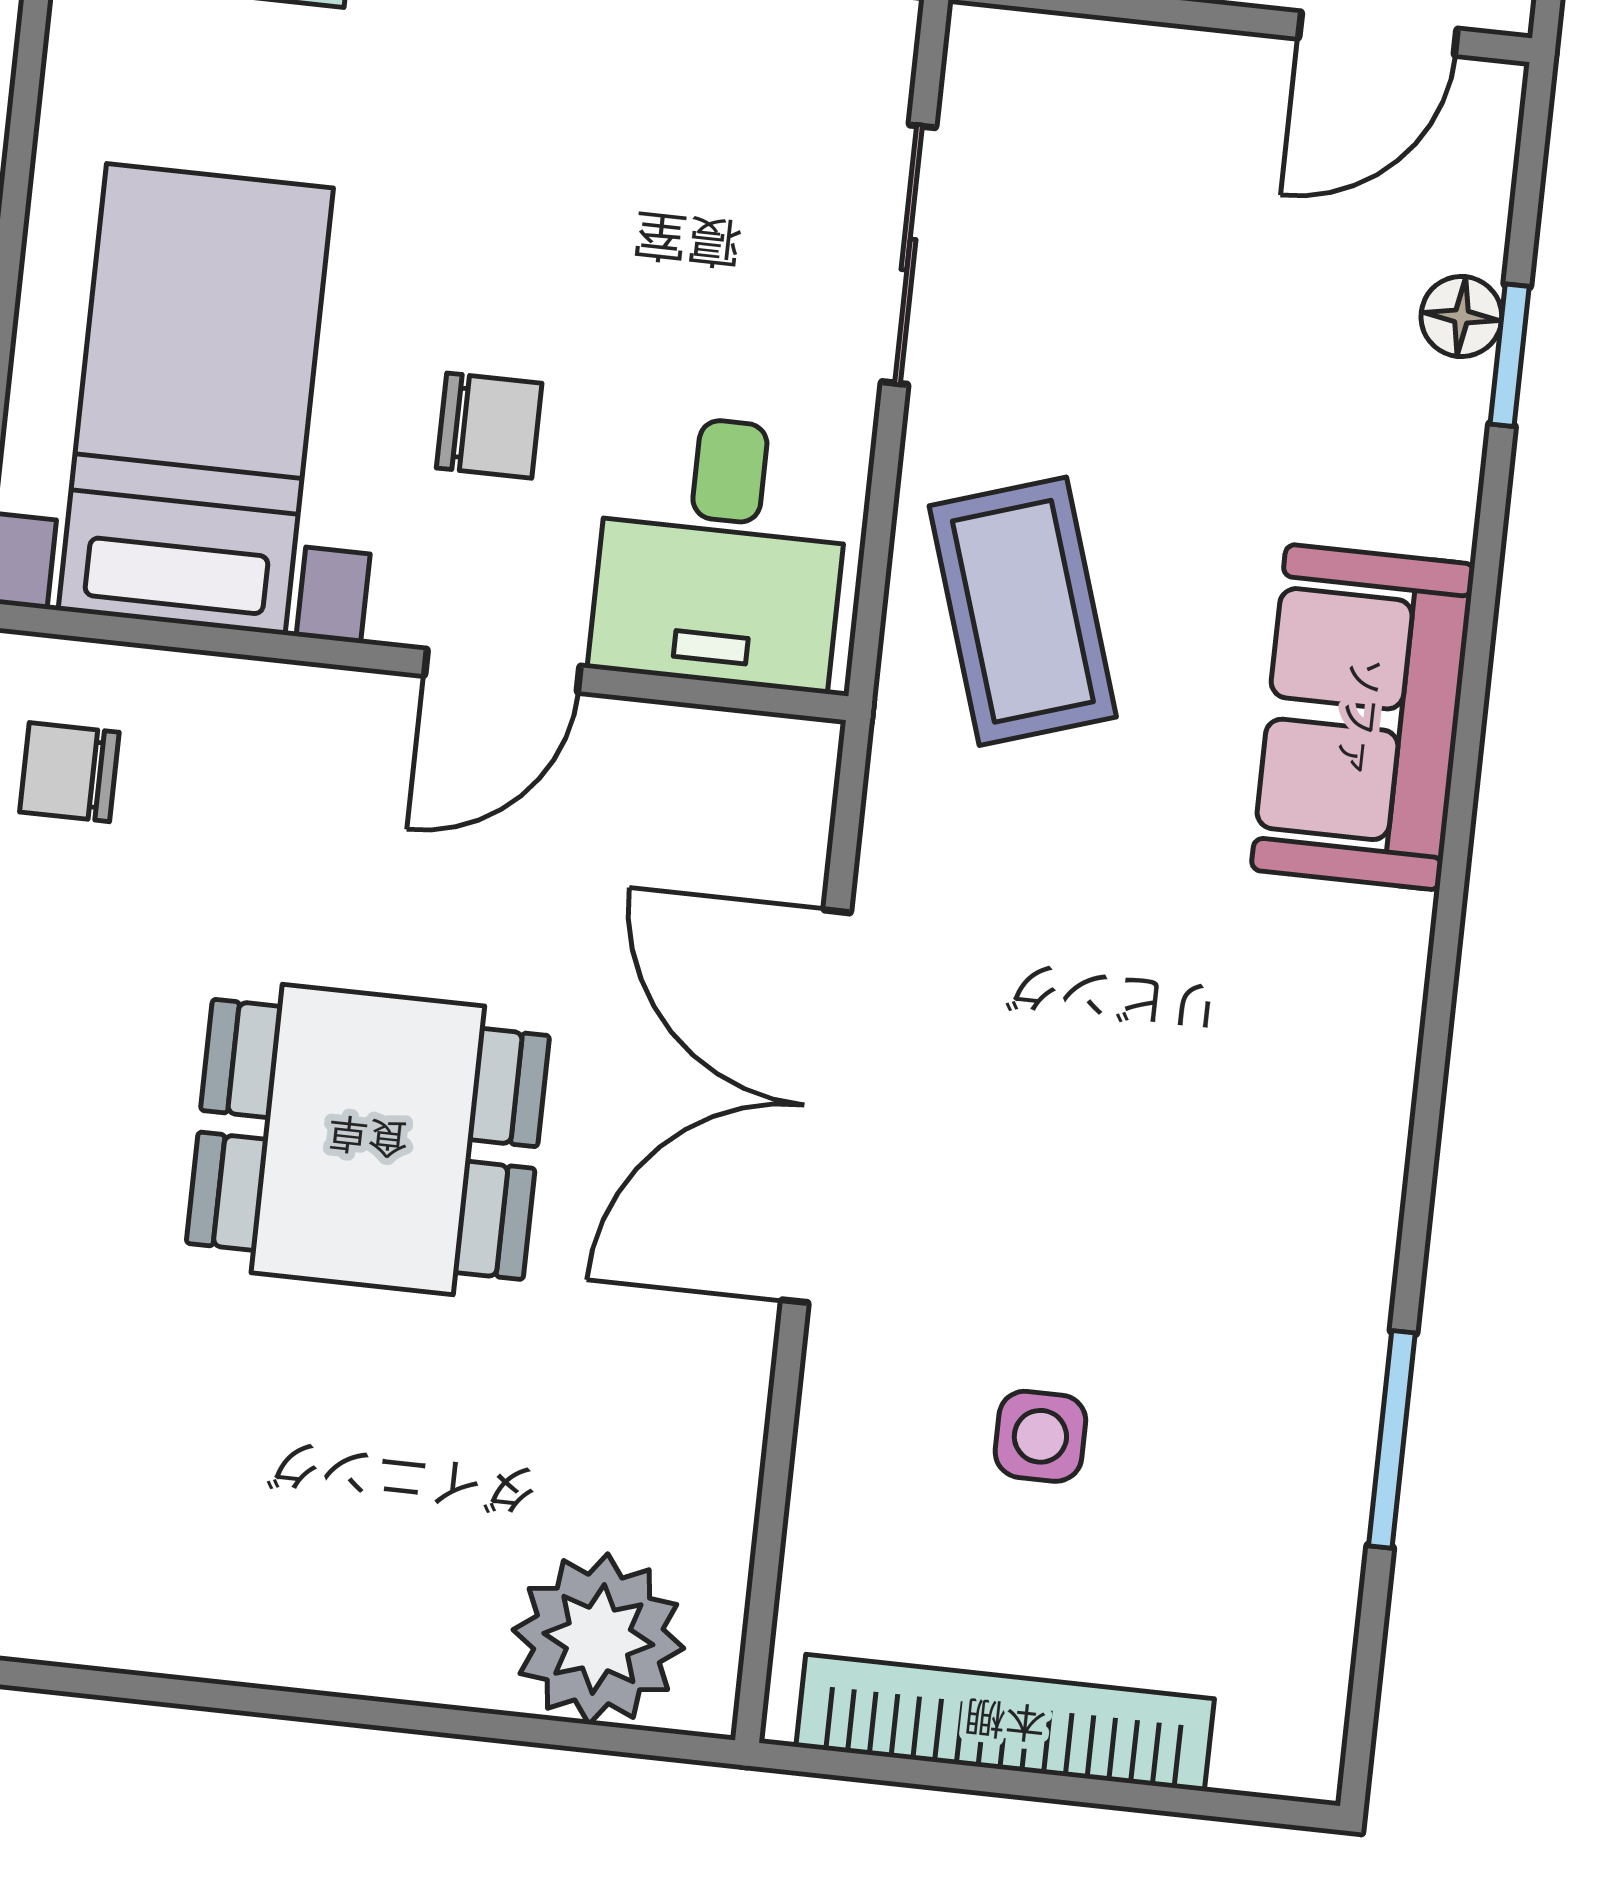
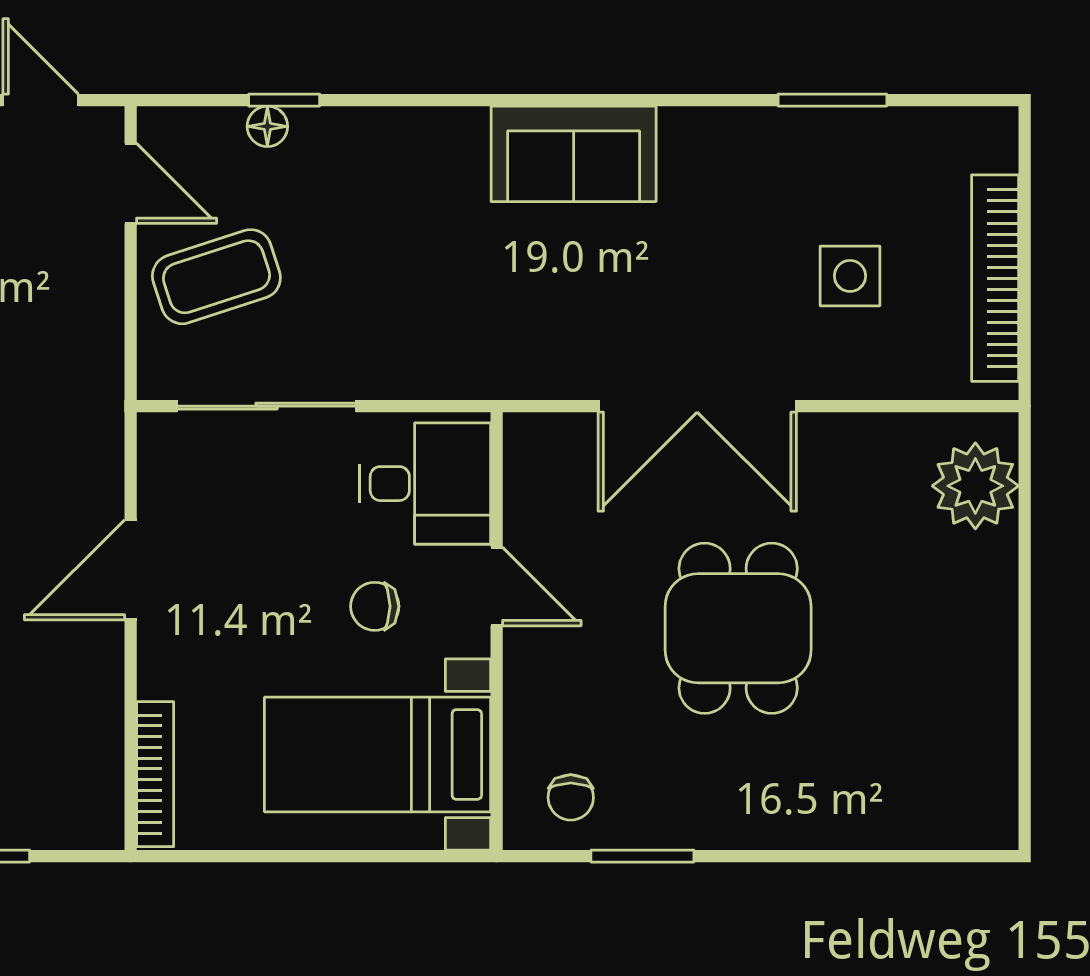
sliding door: (908, 255) -> (267, 406), width x1.37
chair: (489, 426) -> (375, 606), turned -90
coffee table: (1023, 611) -> (216, 277), moved
sofa: (1363, 717) -> (574, 154), moved
side table: (1040, 1436) -> (850, 276), width x1.37, depth x1.37

